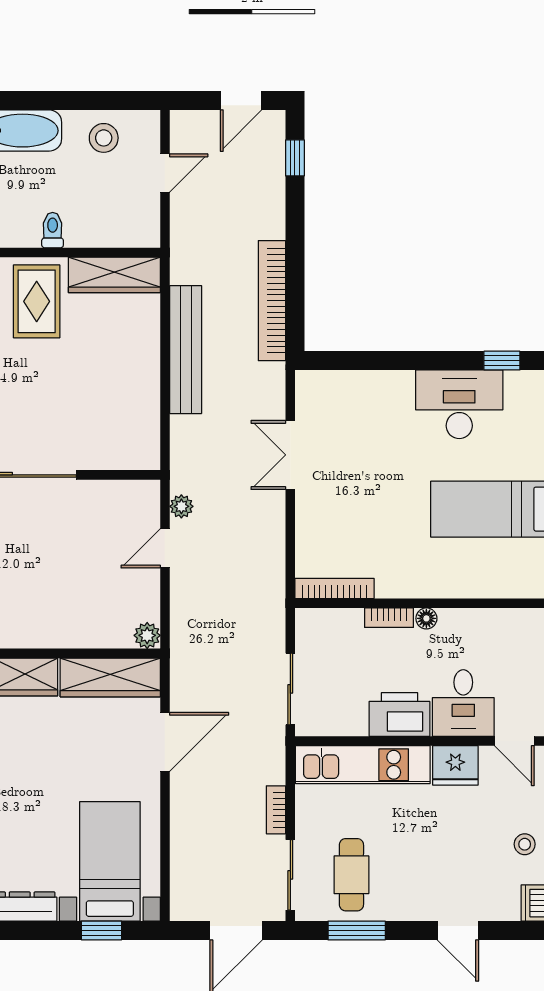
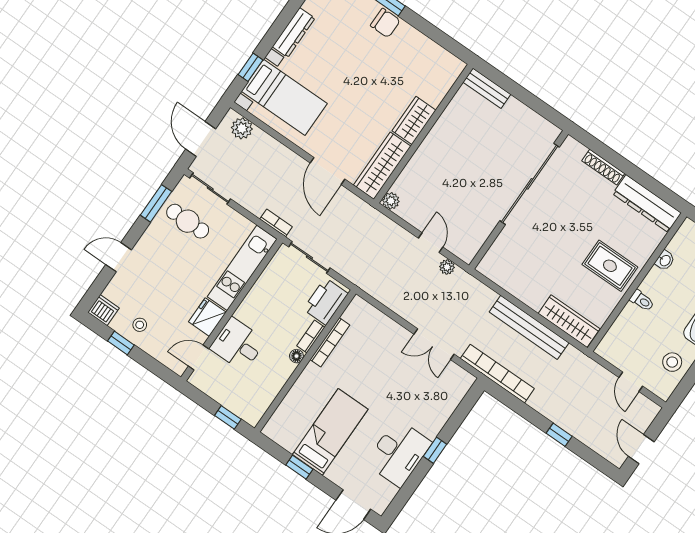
window: (295, 158) -> (559, 435), moved
wardrobe: (114, 275) -> (569, 321), moved, turned 90
bookcase: (272, 301) -> (497, 374), moved
window: (502, 361) -> (435, 450), moved
double door: (290, 455) -> (434, 344), swing flipped
bookcase: (335, 588) -> (330, 342), moved
printer: (399, 715) -> (326, 301), moved, turned 180
bookcase: (276, 810) -> (276, 223), moved
plant: (186, 888) -> (242, 128), added

